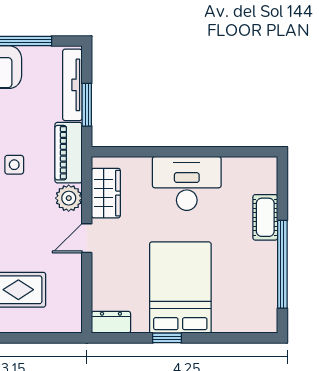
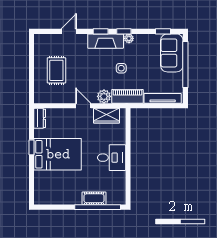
window: (87, 105) -> (152, 106), removed
desk: (187, 183) -> (112, 158), width x0.73
window: (282, 264) -> (98, 207), moved

